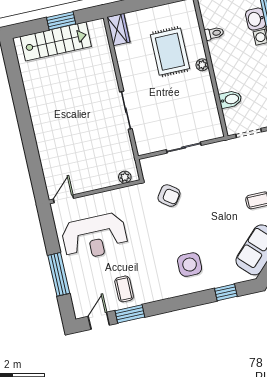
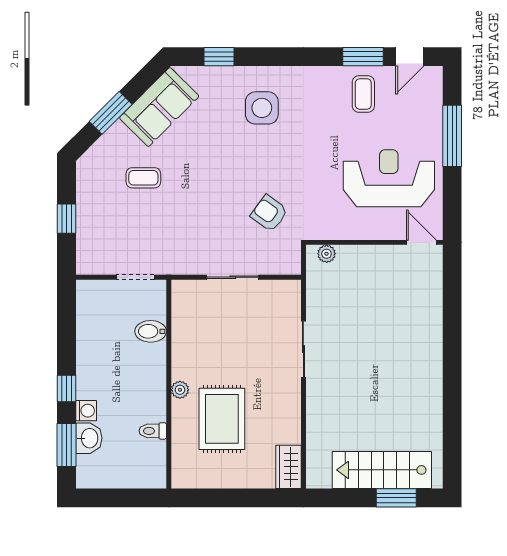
window: (61, 21) -> (396, 498), moved
door: (63, 199) -> (421, 242), swing flipped

